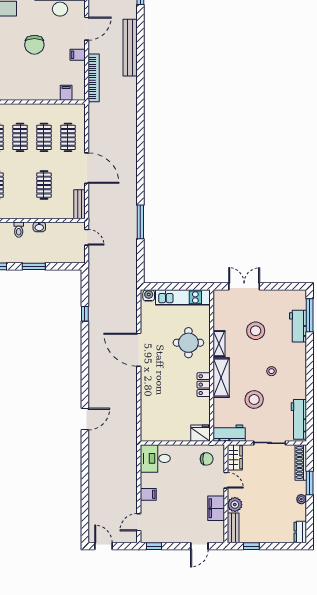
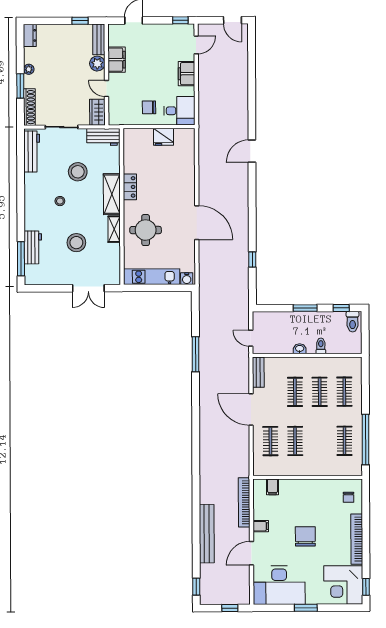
clothes rail: (20, 137) -> (320, 392), moved
fridge: (200, 433) -> (164, 137), moved
chair: (207, 459) -> (149, 107), moved
filing cabinet: (148, 494) -> (186, 74), width x2.00

